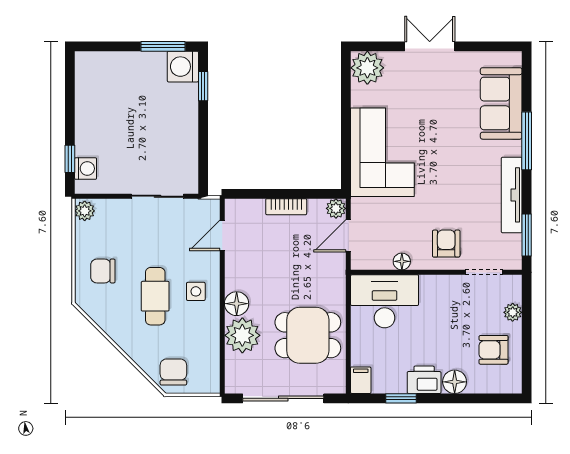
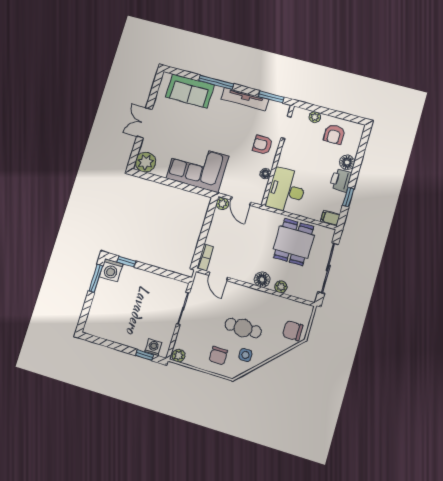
bookcase: (286, 207) -> (205, 258), moved
side table: (196, 291) -> (245, 355), moved
plant: (242, 335) -> (281, 287), width x0.53, depth x0.53

